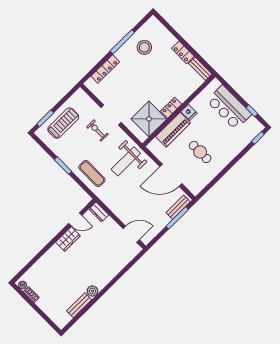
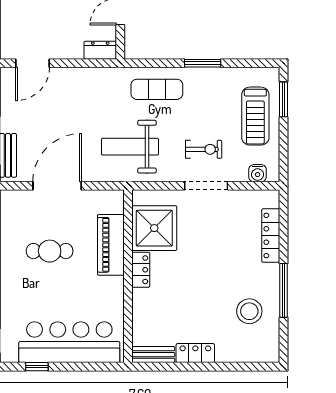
water cooler: (85, 99) -> (258, 173), added
bar counter: (229, 108) -> (69, 342), width x1.36
fridge: (189, 112) -> (113, 286), removed
weight bench: (126, 161) -> (130, 147), turned -90

